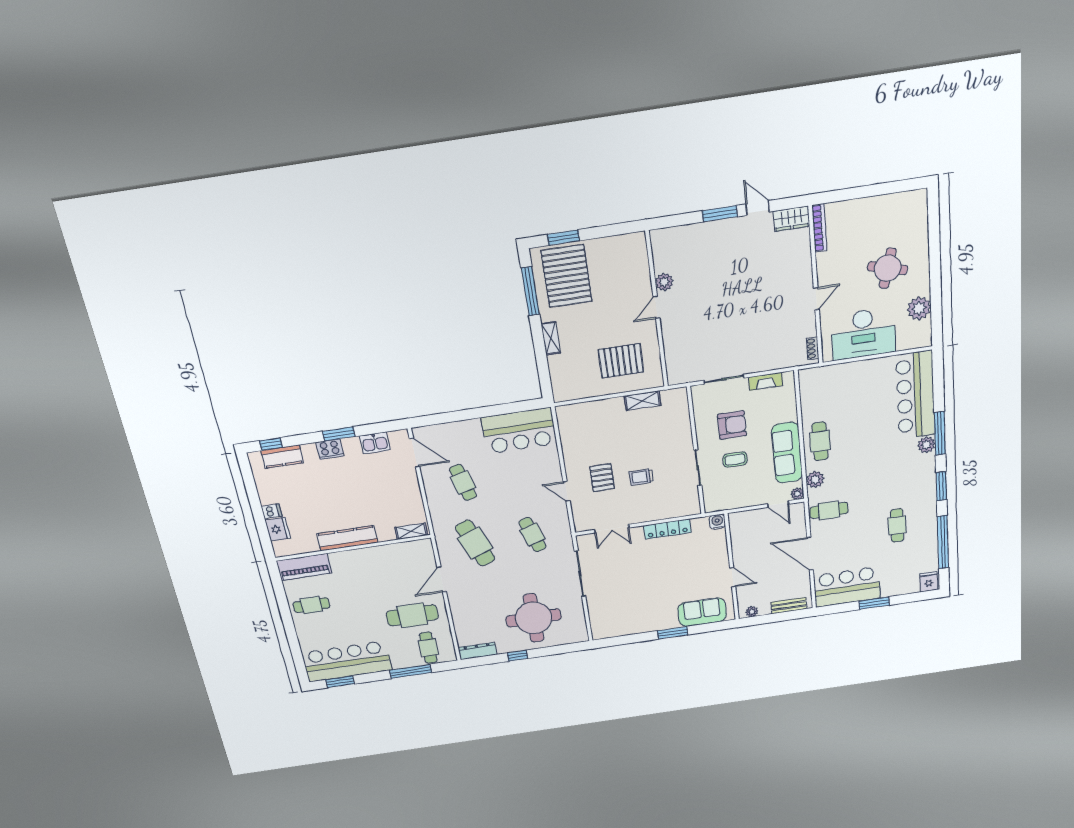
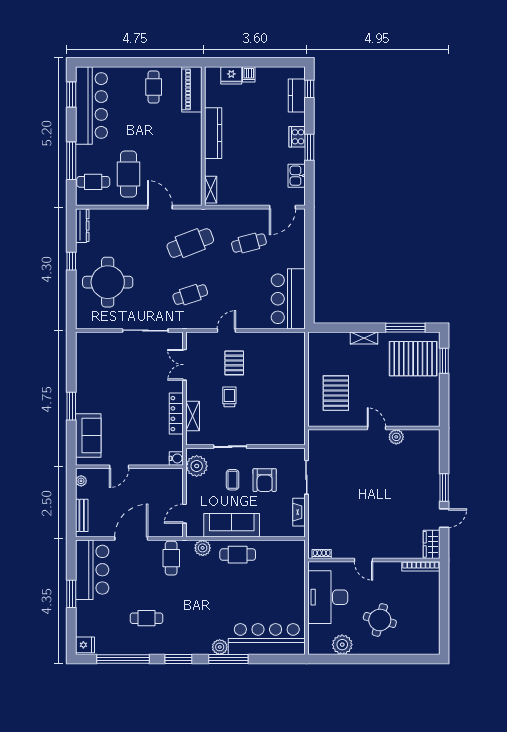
shelving: (643, 401) -> (193, 416), moved
pallet: (602, 478) -> (234, 363), turned 90
plant: (797, 494) -> (197, 466), moved, width x1.88, depth x1.88

